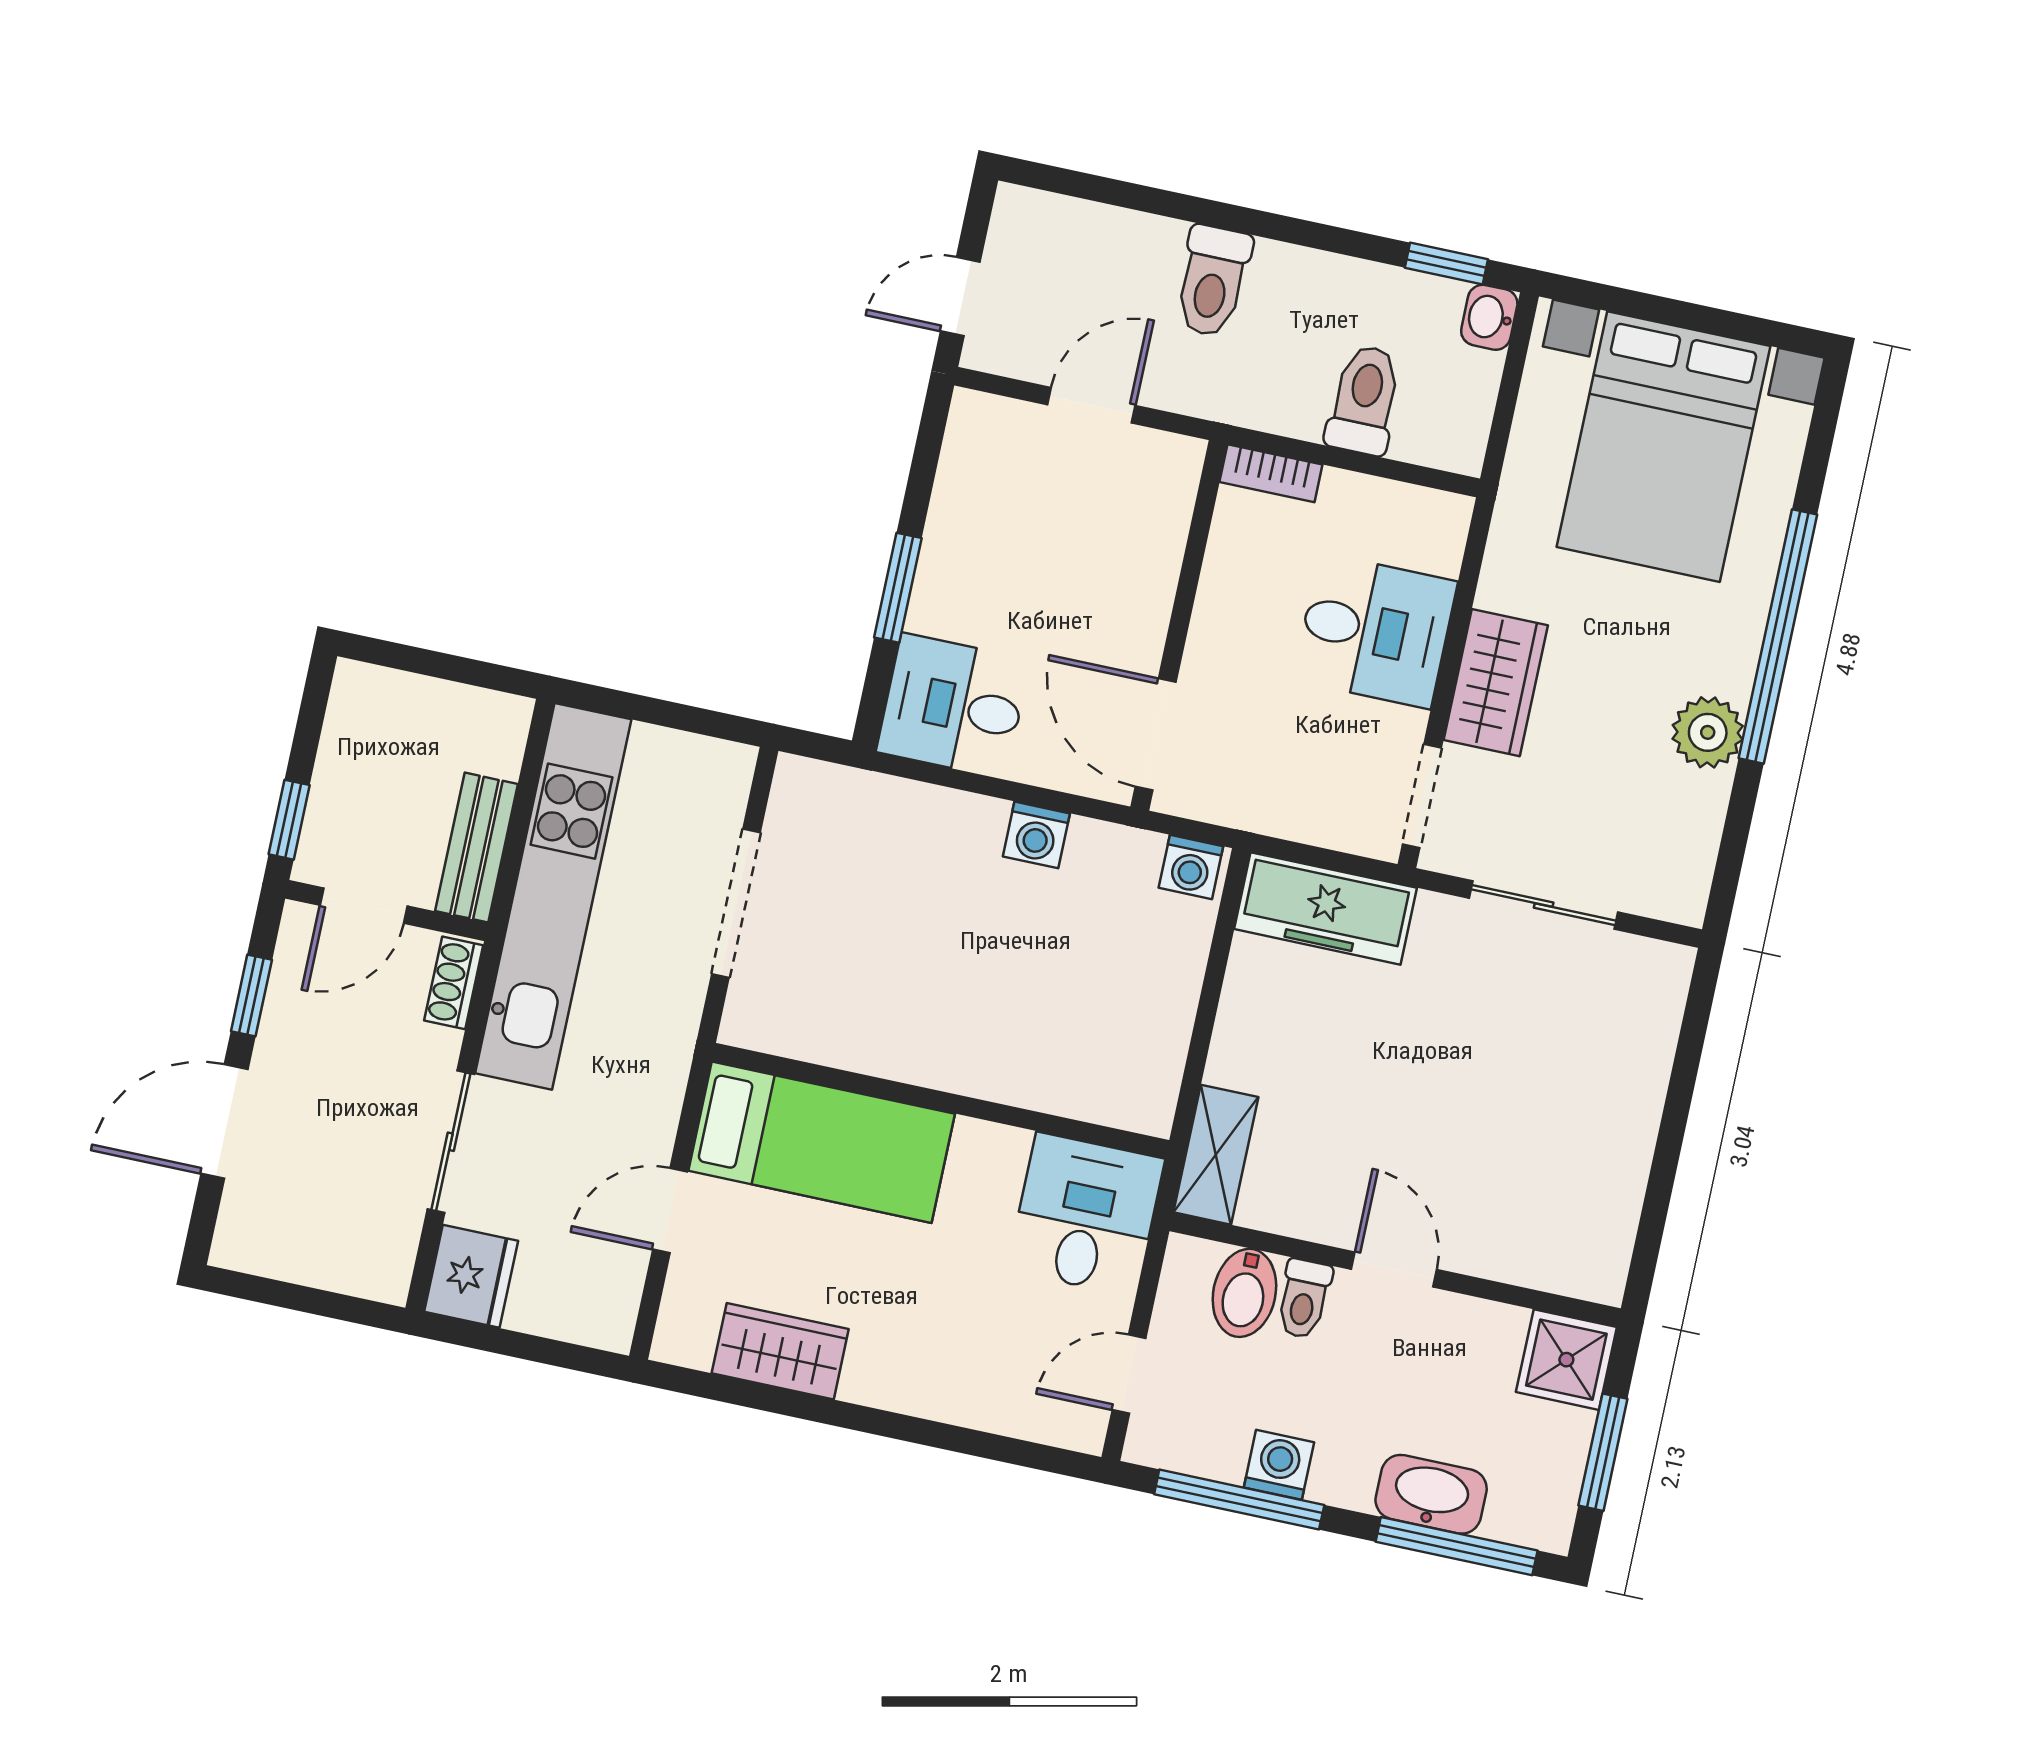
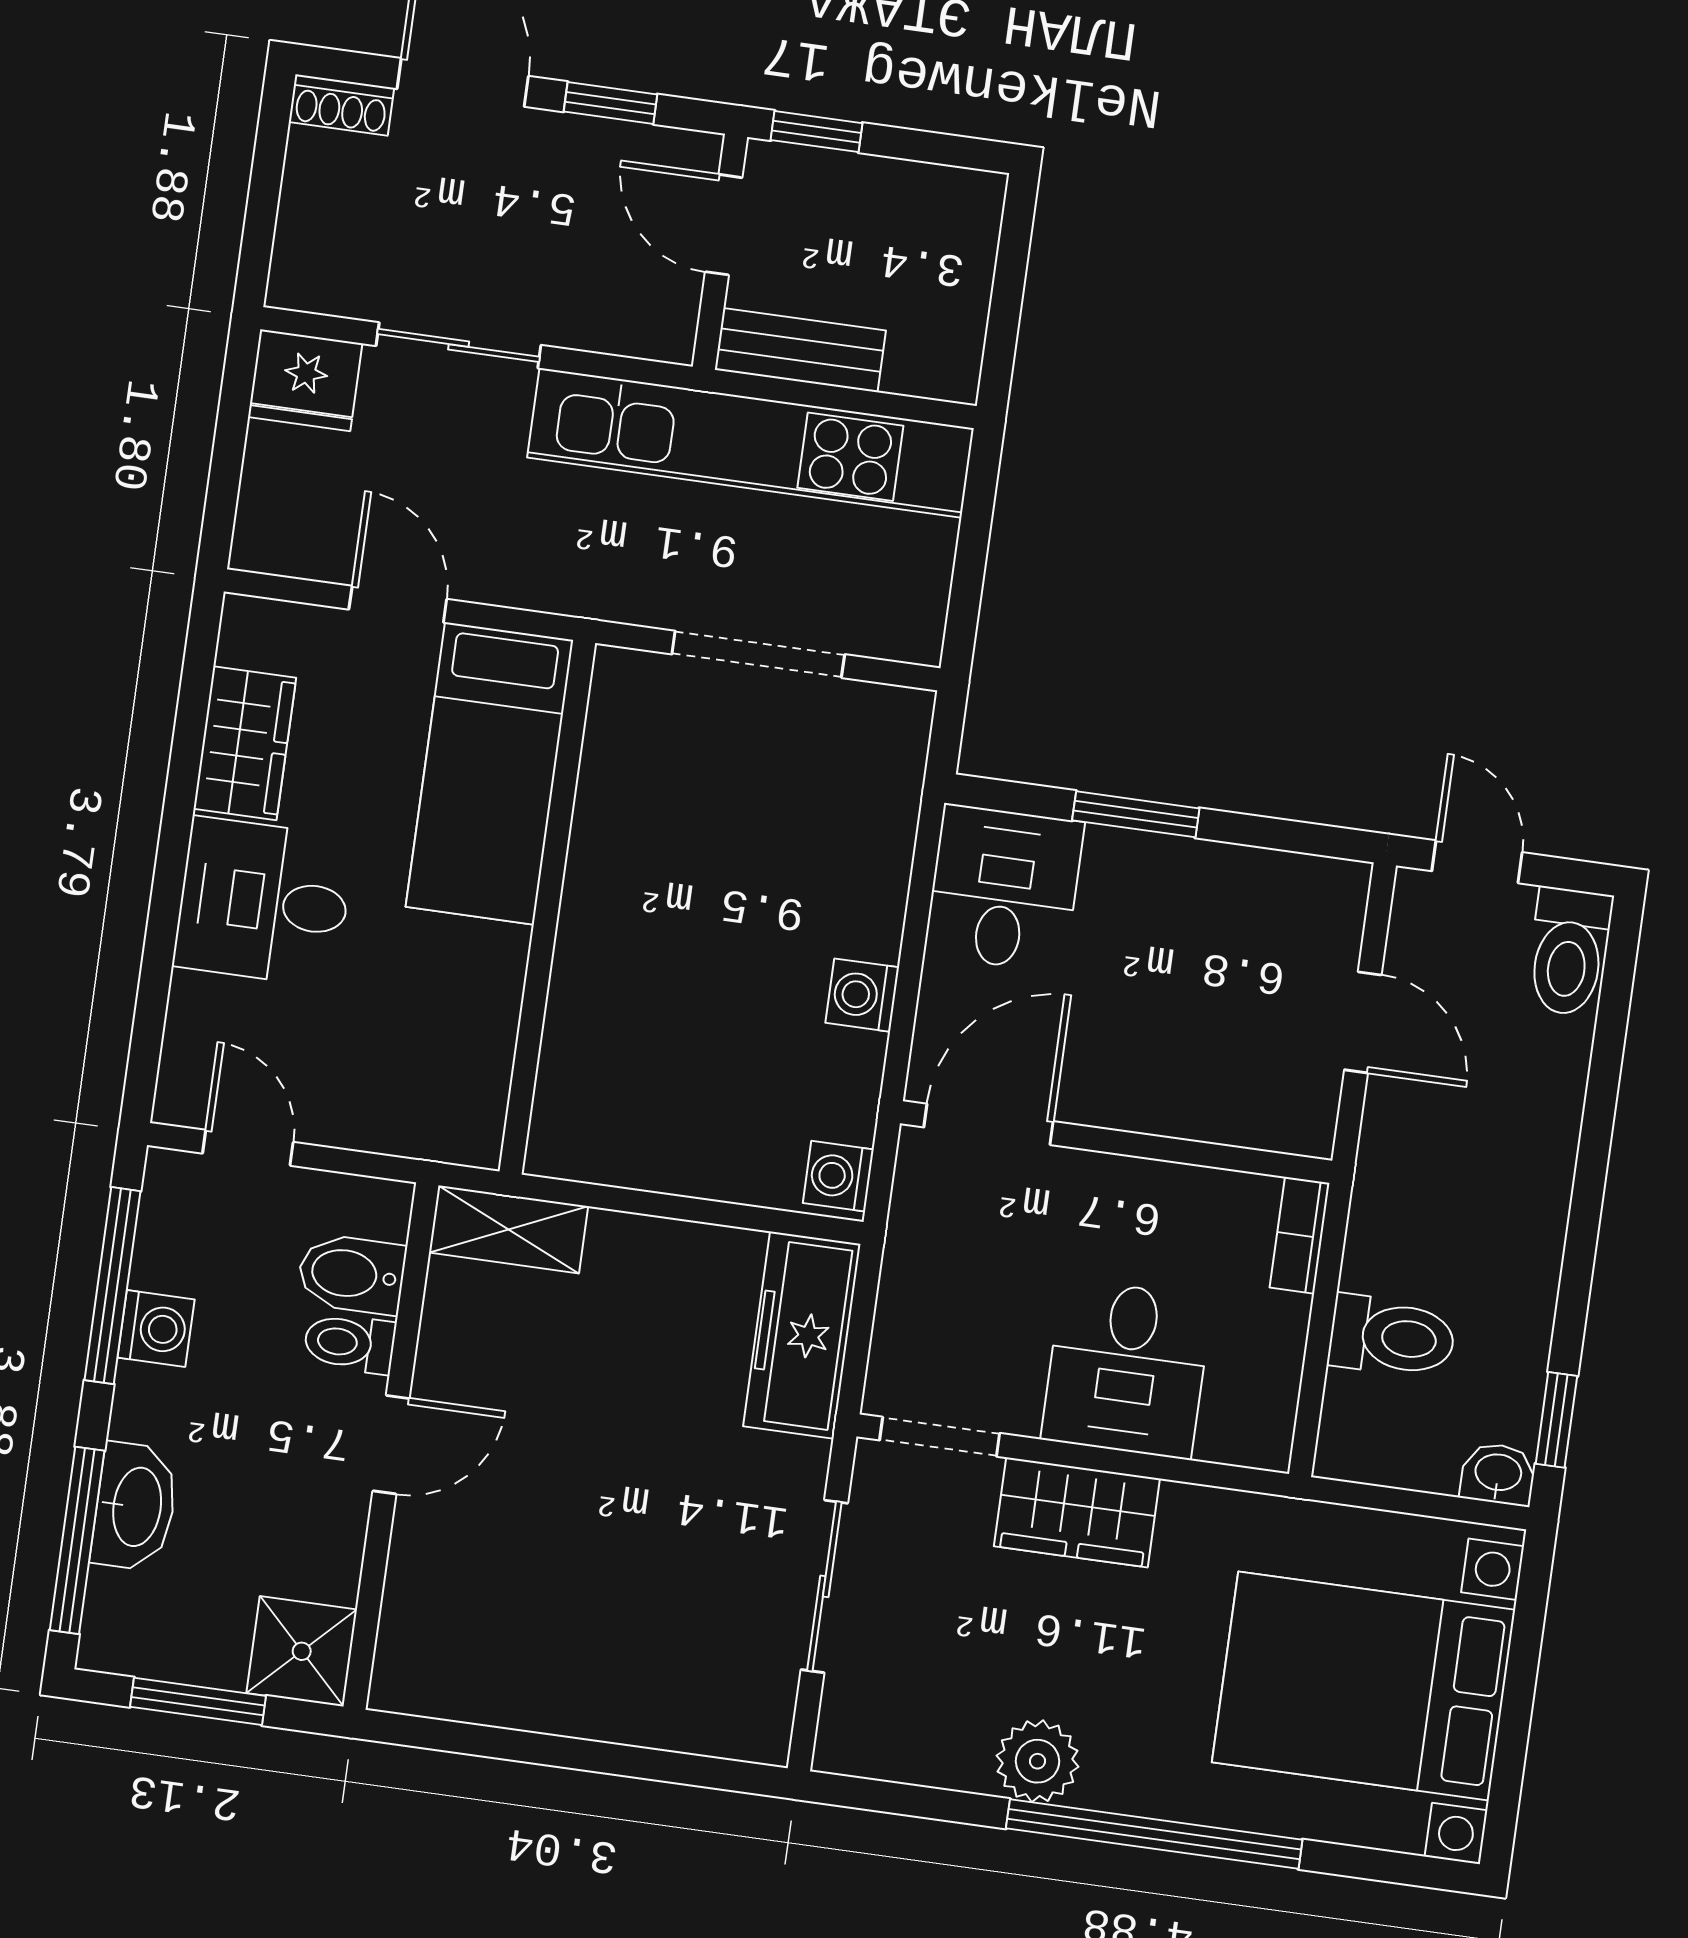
toilet: (1213, 281) -> (1569, 952), moved, turned -90
shoe rack: (454, 983) -> (341, 105), moved, turned 180
desk: (1086, 1215) -> (264, 902), moved, turned 180

